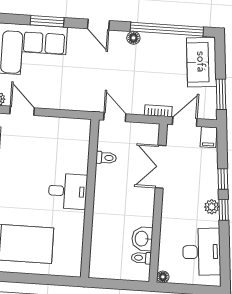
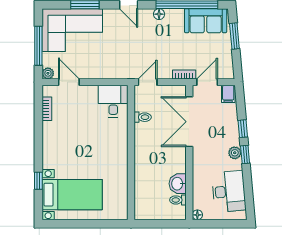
sofa: (201, 62) -> (206, 21), moved, turned -85
window: (221, 94) -> (234, 36), moved
door: (115, 117) -> (148, 82), hinge flipped
double door: (161, 167) -> (189, 122), width x1.37
desk: (68, 191) -> (113, 101), moved, turned -90

